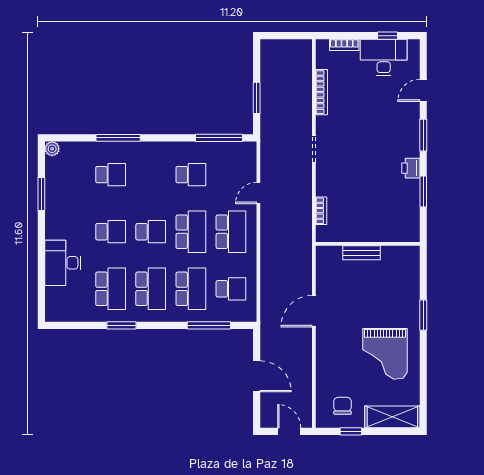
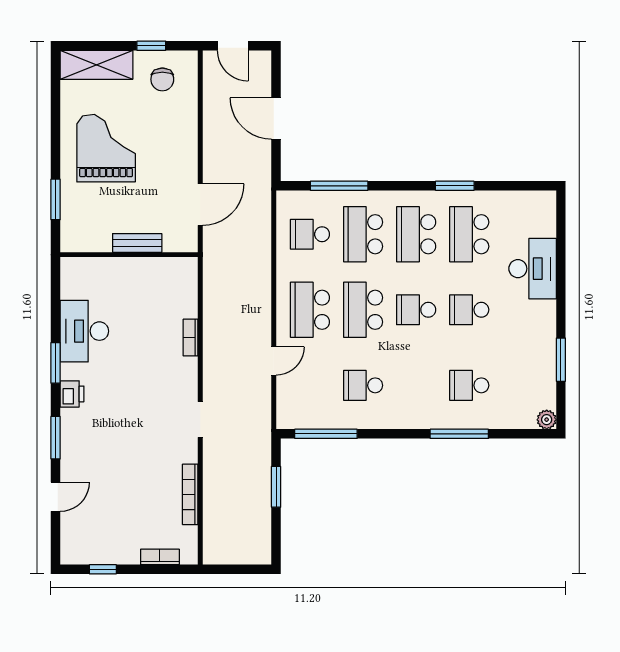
desk: (384, 57) -> (84, 331), moved, turned 90
wall: (368, 244) -> (129, 255), moved
bench: (362, 253) -> (137, 243), moved

